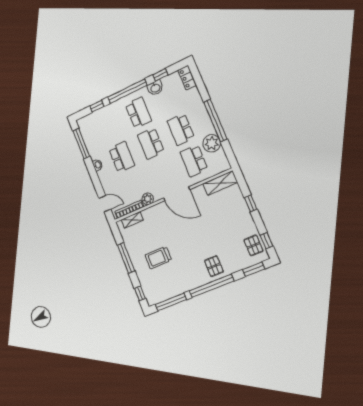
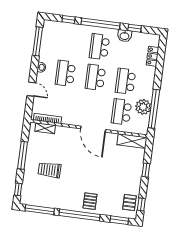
locker: (187, 78) -> (153, 56), moved
school desk: (138, 113) -> (99, 47), turned 180
window: (215, 120) -> (154, 109), moved
school desk: (122, 157) -> (65, 73), turned 180
plant: (148, 199) -> (67, 119), removed
door: (105, 204) -> (31, 89), moved

